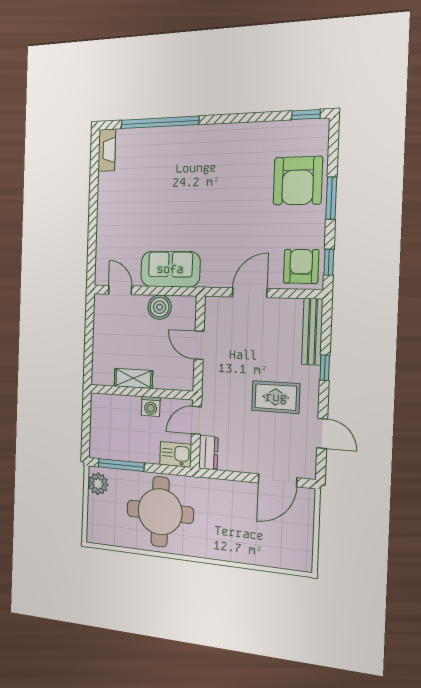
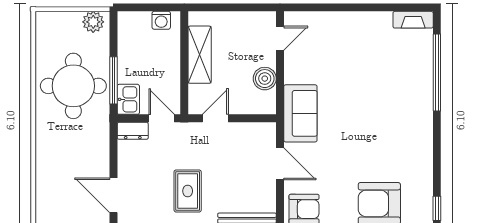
sofa: (170, 269) -> (300, 113), moved
door: (199, 345) -> (215, 118), moved
shelving: (133, 378) -> (200, 55), width x1.50, depth x1.33
washing machine: (151, 406) -> (161, 20), moved, turned -90
window: (121, 465) -> (114, 80), moved

